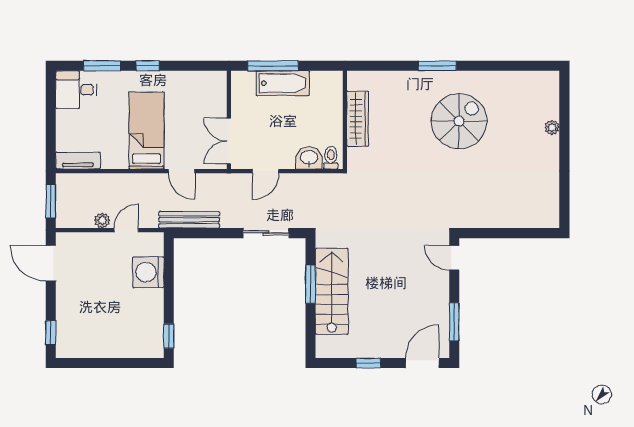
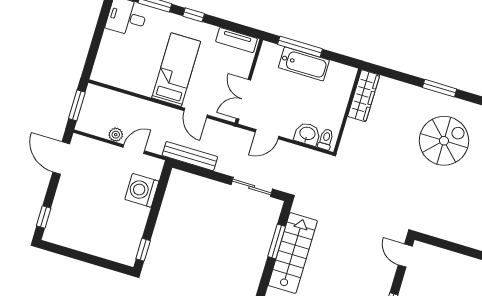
wardrobe: (358, 119) -> (364, 96), moved
tv unit: (78, 161) -> (237, 40), moved, turned 180

